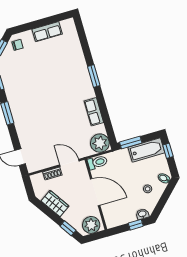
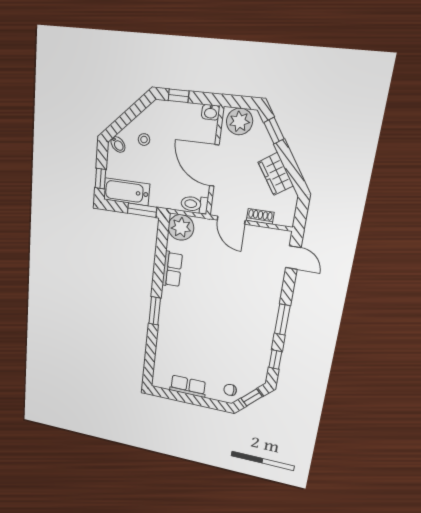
washbasin: (142, 214) -> (211, 112), moved

